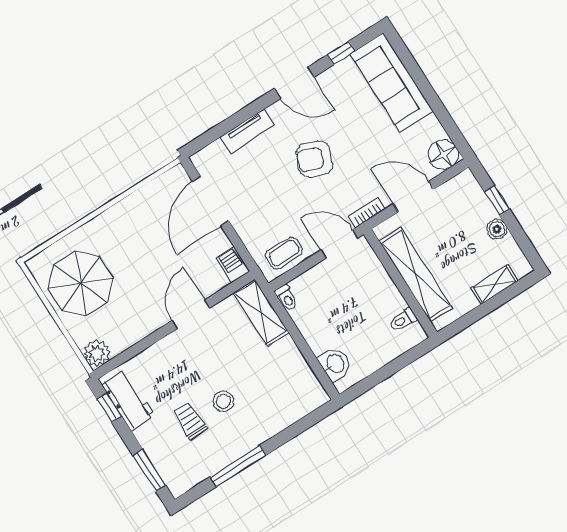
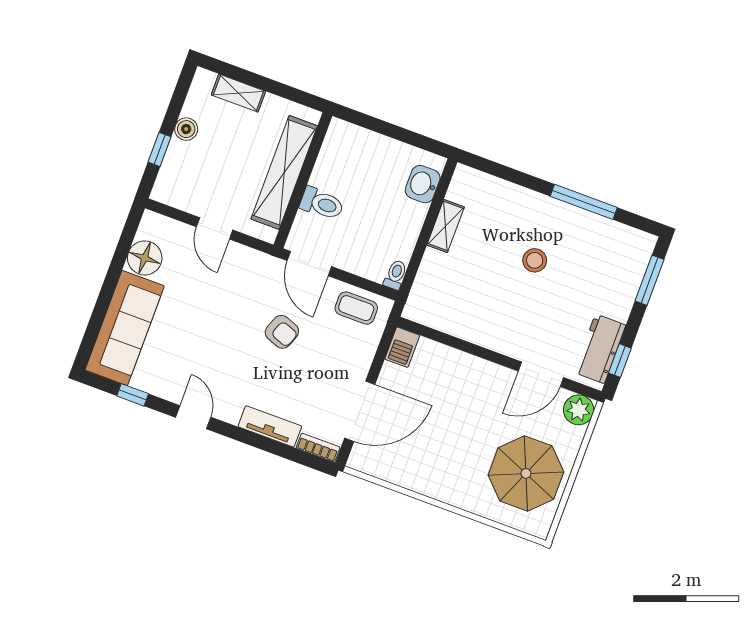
door: (294, 83) -> (193, 417), width x0.73
floor lamp: (443, 155) -> (145, 258), moved
armchair: (314, 159) -> (282, 332), moved, width x0.72, depth x0.72
door: (413, 197) -> (215, 228), width x0.73
bookcase: (366, 213) -> (318, 448), moved, turned 180
shelving: (261, 313) -> (446, 226), moved, width x0.67, depth x0.75
door: (191, 314) -> (541, 374), moved
toilet: (403, 320) -> (322, 204), moved, width x1.37, depth x1.39
trolley: (190, 421) -> (575, 278), removed

